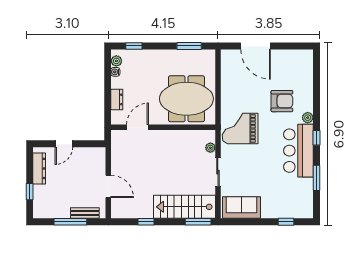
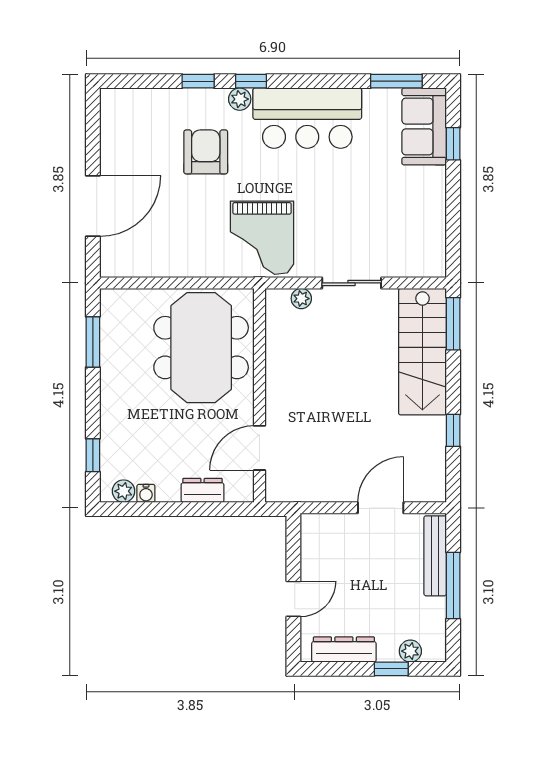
window: (316, 97) -> (198, 81), added
door: (138, 127) -> (259, 448), hinge flipped
window: (316, 138) -> (251, 81), moved
door: (64, 144) -> (293, 599), hinge flipped
window: (316, 178) -> (396, 81), moved
plant: (38, 201) -> (410, 651), added
sofa: (242, 208) -> (424, 126), moved
bench: (85, 213) -> (435, 556), width x1.36

